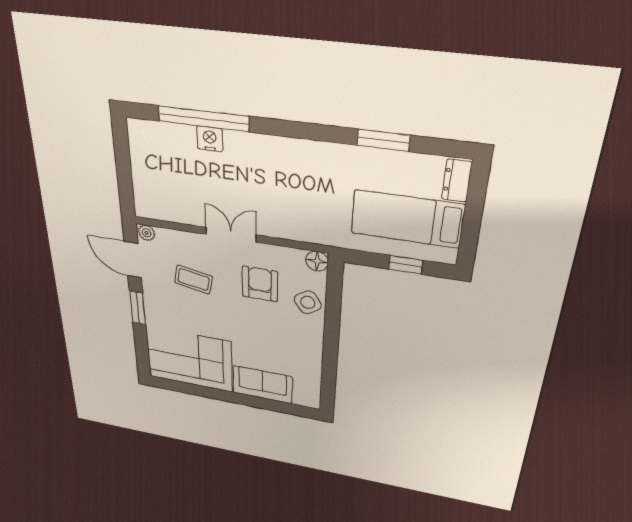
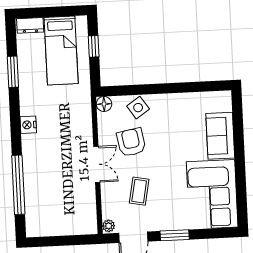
nightstand: (210, 139) -> (28, 125), moved
double door: (231, 235) -> (97, 164), swing flipped
armchair: (260, 284) -> (131, 142), turned 80

